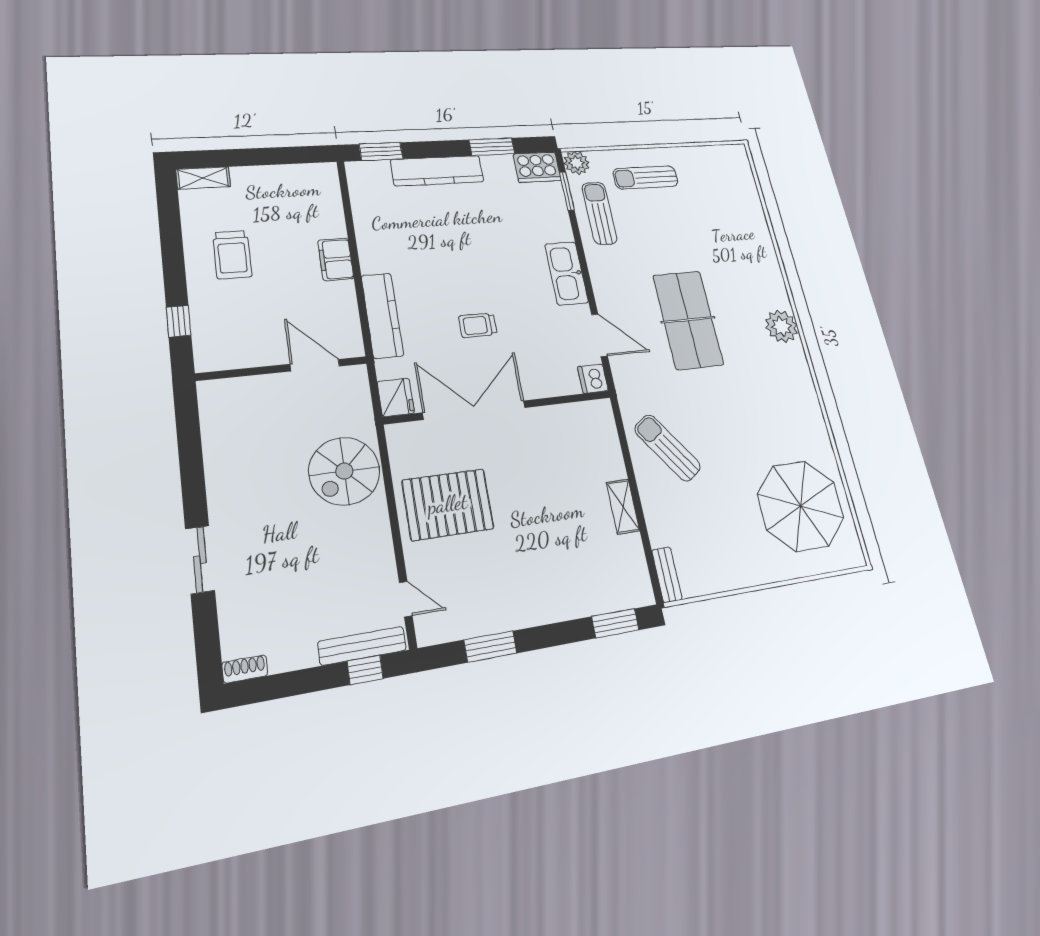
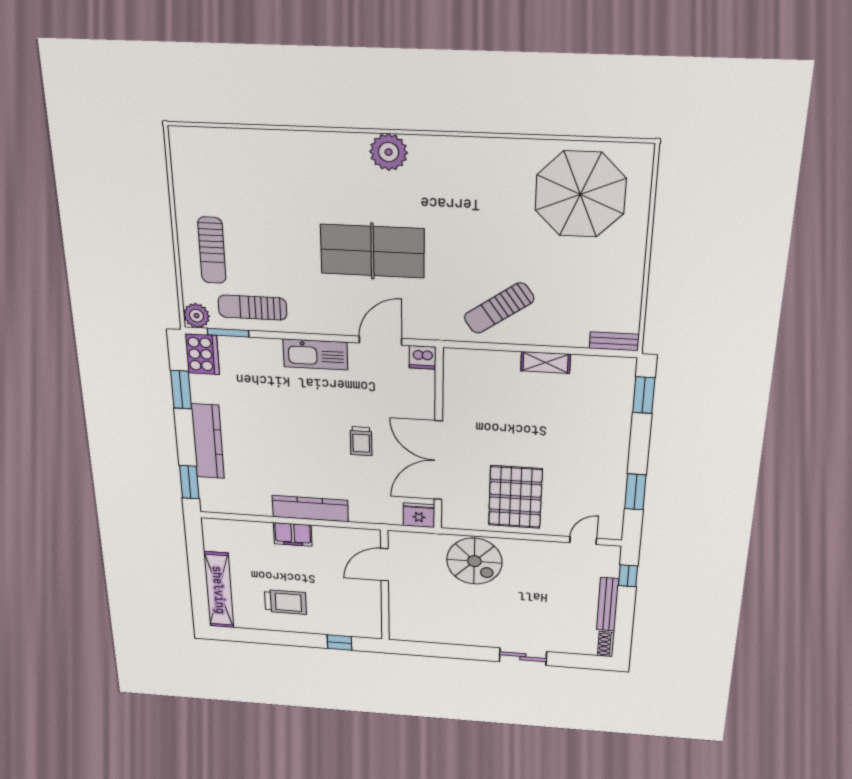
shelving: (203, 178) -> (219, 590), width x2.20, depth x1.33
kitchen counter: (382, 315) -> (310, 509), moved
bench: (362, 646) -> (608, 604), moved

